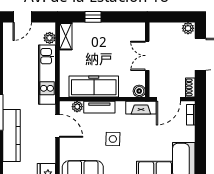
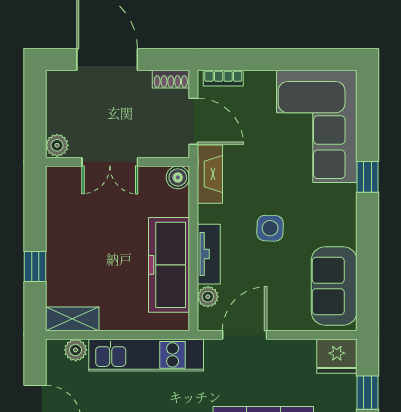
plant: (188, 28) -> (57, 145), moved

